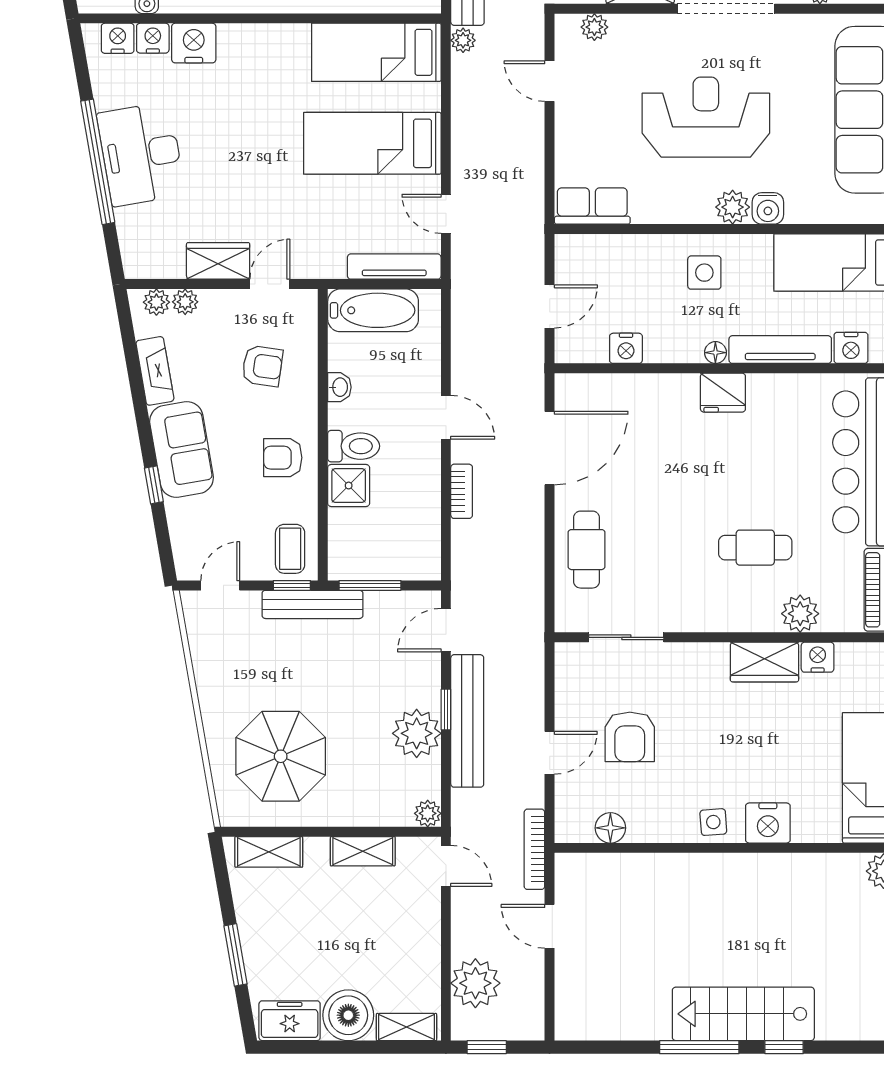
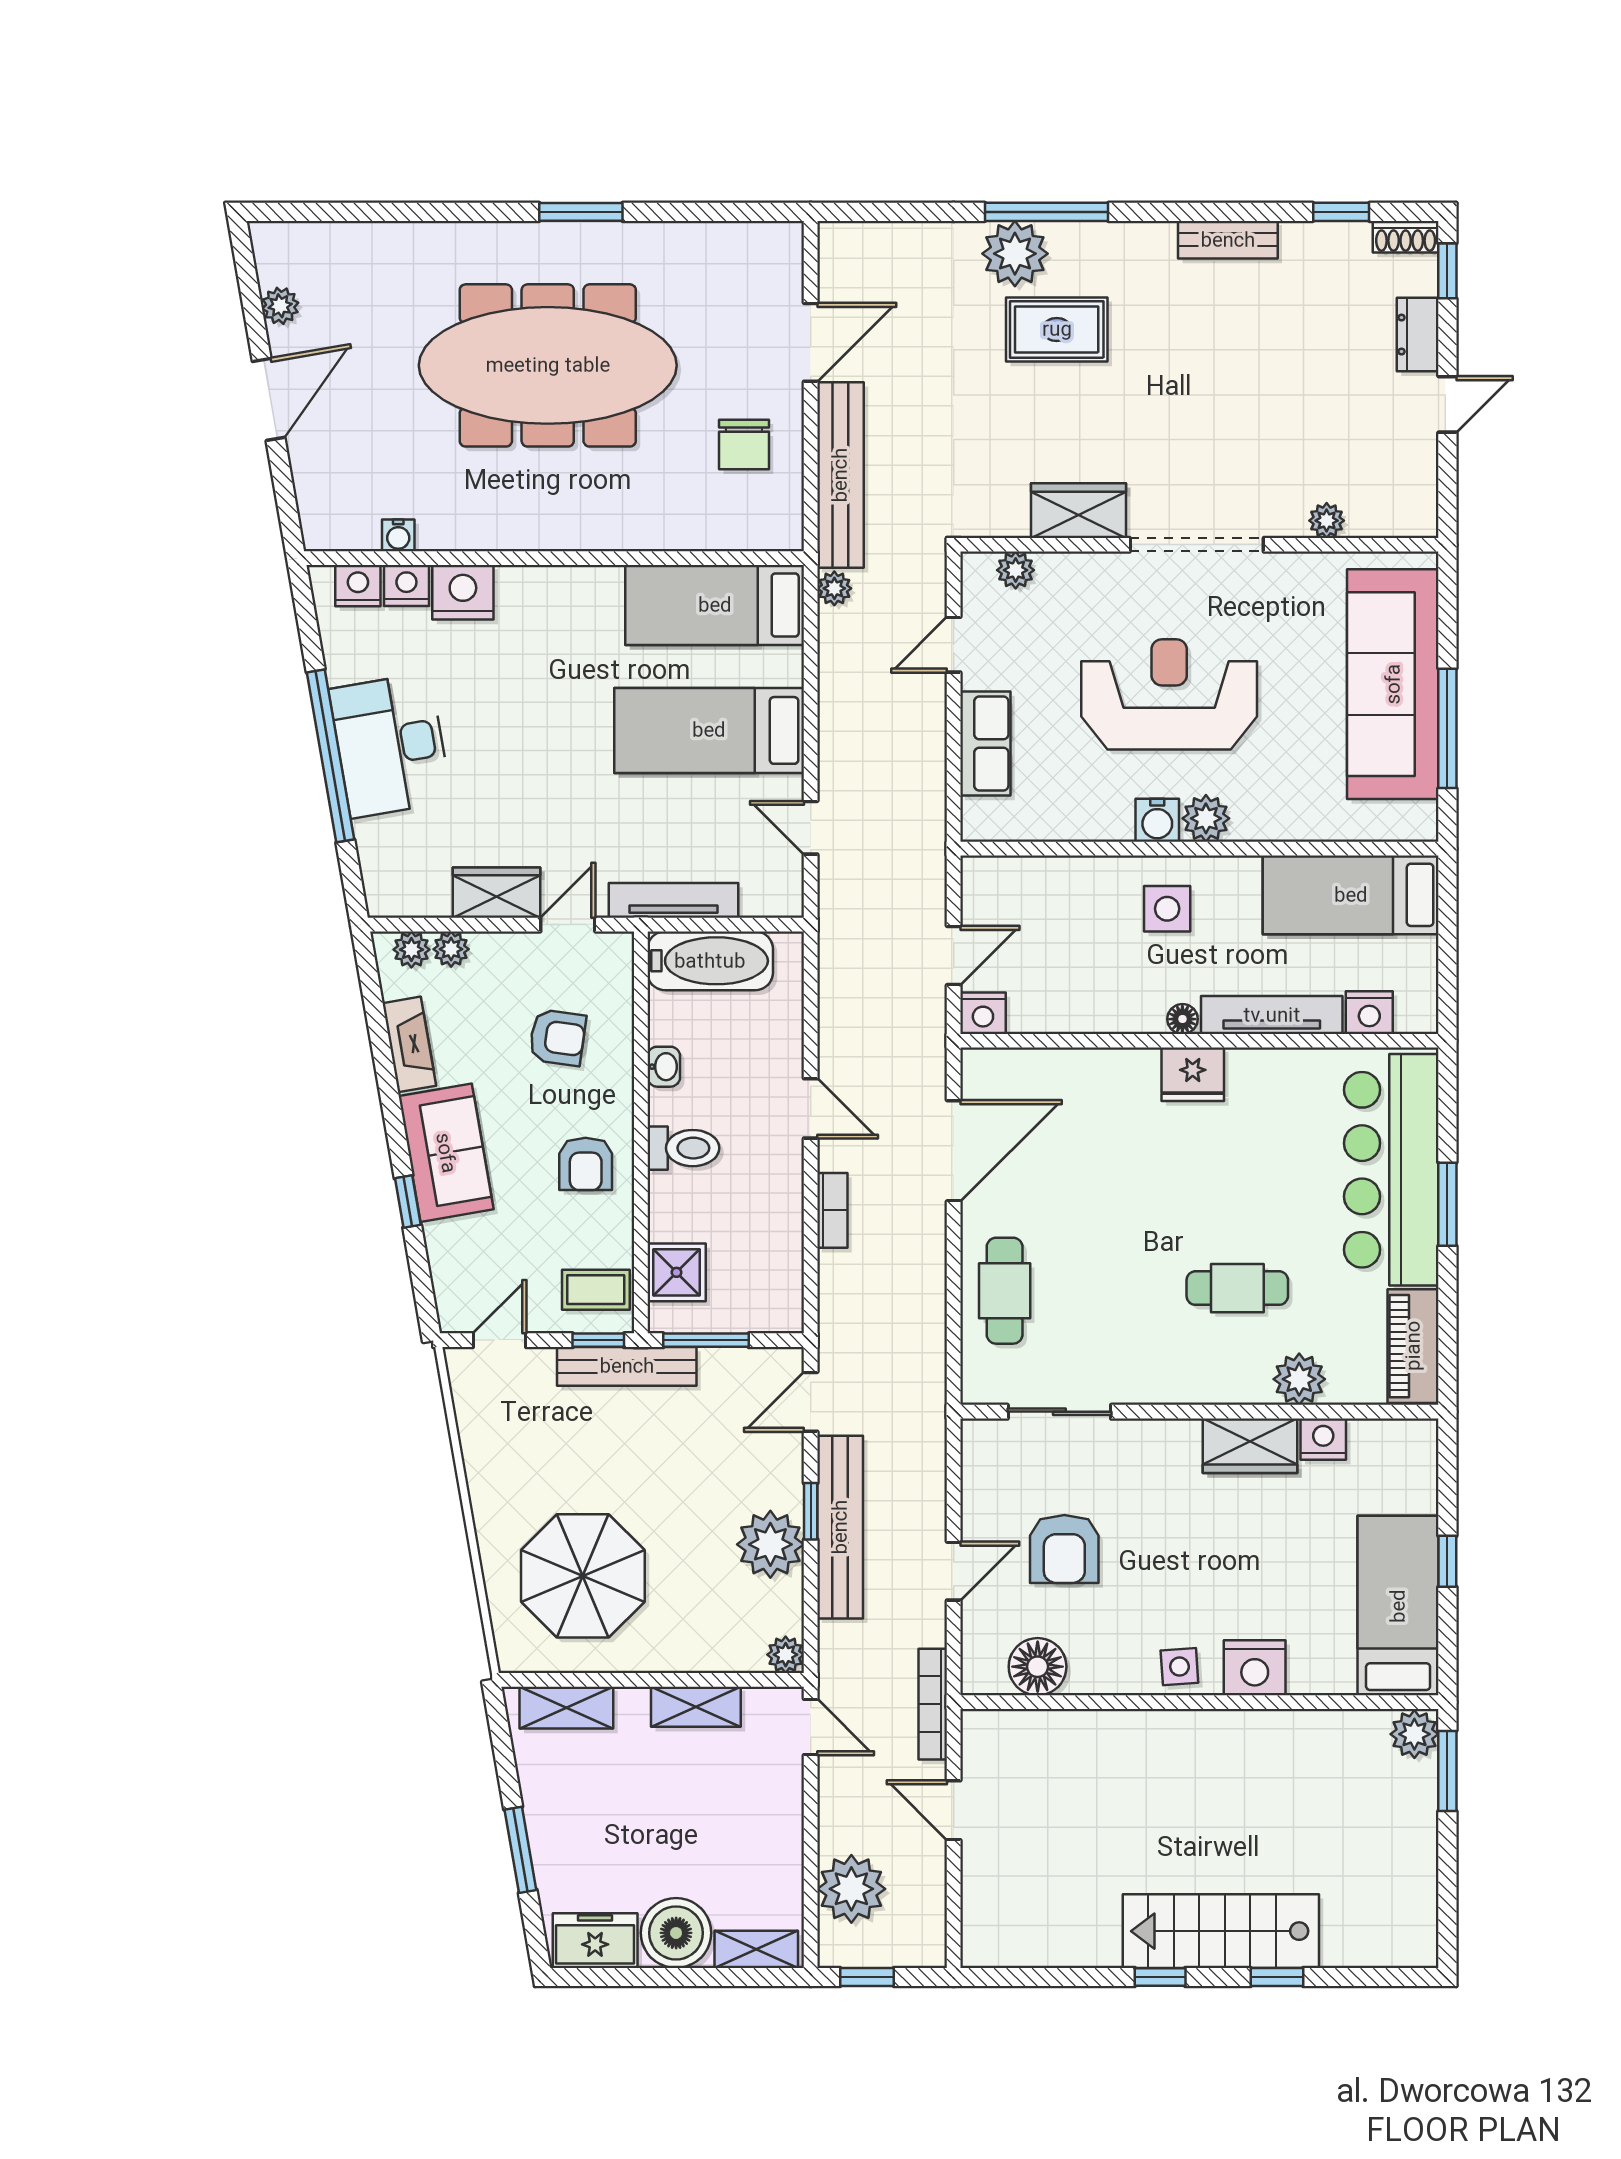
door: (550, 81) -> (954, 645), hinge flipped
row of seats: (592, 206) -> (985, 744), moved, turned 90
water cooler: (768, 208) -> (1157, 820), moved
tv unit: (394, 267) -> (674, 900), moved
nightstand: (626, 348) -> (983, 1013), moved
armchair: (283, 458) -> (586, 1164), turned -90
shower: (349, 486) -> (677, 1272), moved
coffee table: (290, 549) -> (596, 1290), turned 90
floor lamp: (610, 828) -> (1038, 1667), width x1.38, depth x1.38
window: (699, 1047) -> (1160, 1977), width x0.46

